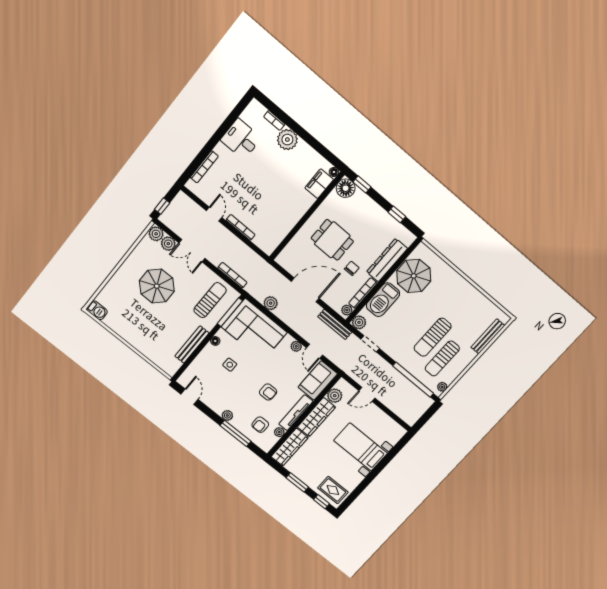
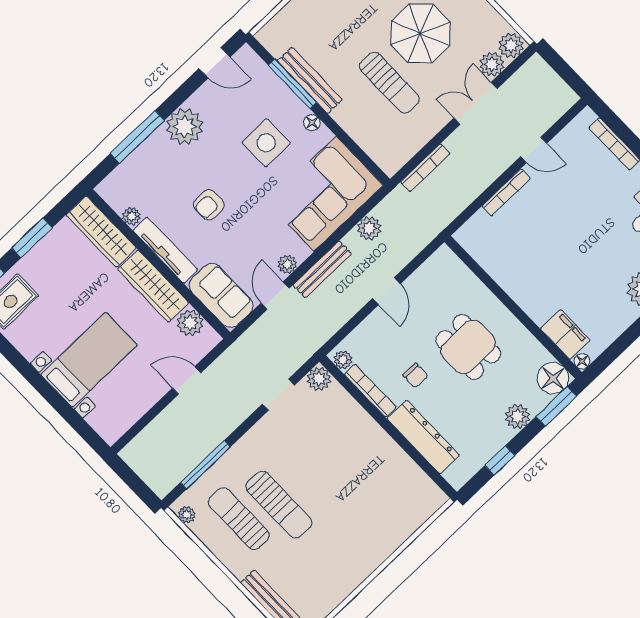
window: (362, 184) -> (556, 406), width x1.50
window: (162, 206) -> (557, 63), removed
plant: (370, 207) -> (518, 417), added
dining table: (332, 240) -> (468, 347), turned 90
parasol: (414, 276) -> (391, 481), removed
door: (305, 290) -> (386, 291), width x0.53
sun lounger: (210, 300) -> (389, 83), moved
barbecue: (383, 300) -> (355, 424), removed
window: (230, 312) -> (292, 84), moved
bench: (335, 324) -> (322, 269), moved
sun lounger: (433, 337) -> (279, 505), turned 180
door: (315, 351) -> (275, 296), hinge flipped
side table: (230, 365) -> (266, 143), width x1.87, depth x1.87
window: (413, 380) -> (205, 465), width x0.68
door: (367, 394) -> (187, 380), hinge flipped
plant: (227, 415) -> (185, 127), width x1.87, depth x1.87
armchair: (260, 425) -> (149, 183), removed

